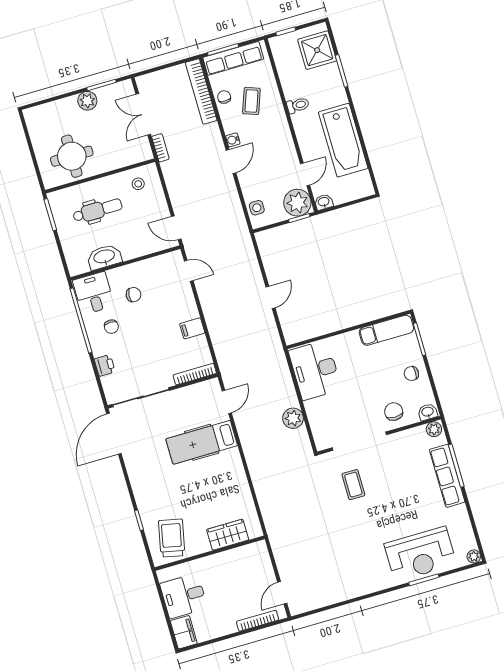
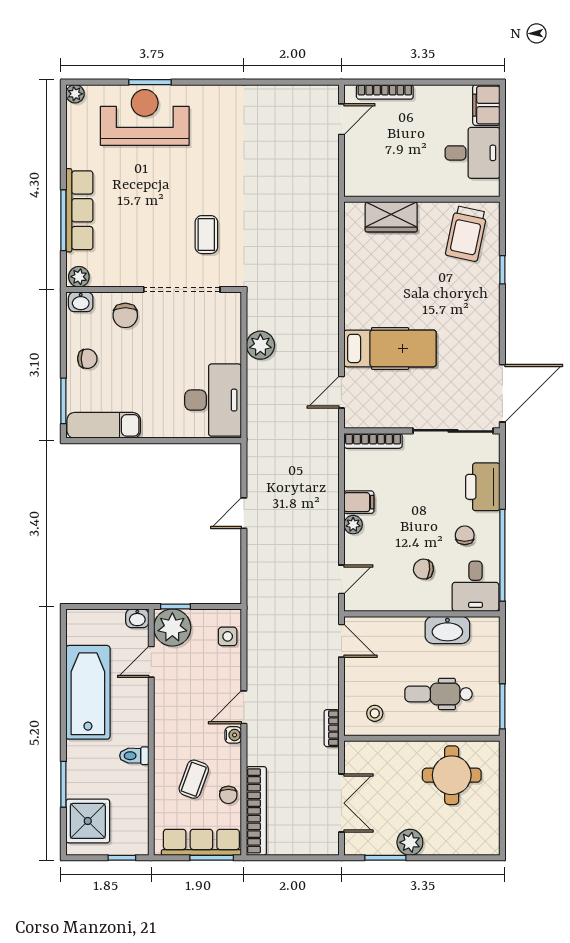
bookcase: (160, 148) -> (332, 728), moved
door: (189, 271) -> (341, 579), swing flipped
plant: (192, 312) -> (353, 525), added
printer: (105, 365) -> (483, 487), width x1.87, depth x1.48

